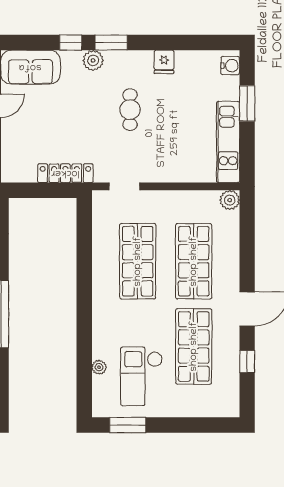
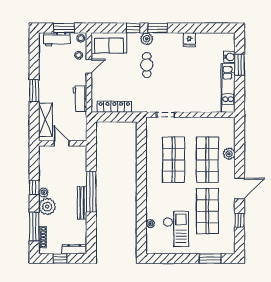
water cooler: (230, 66) -> (229, 57), moved
cafe table: (130, 110) -> (147, 65), moved
locker: (65, 173) -> (114, 107), moved
plant: (230, 200) -> (229, 154), moved
checkout: (141, 376) -> (176, 229), turned 180
window: (128, 425) -> (210, 258), moved

